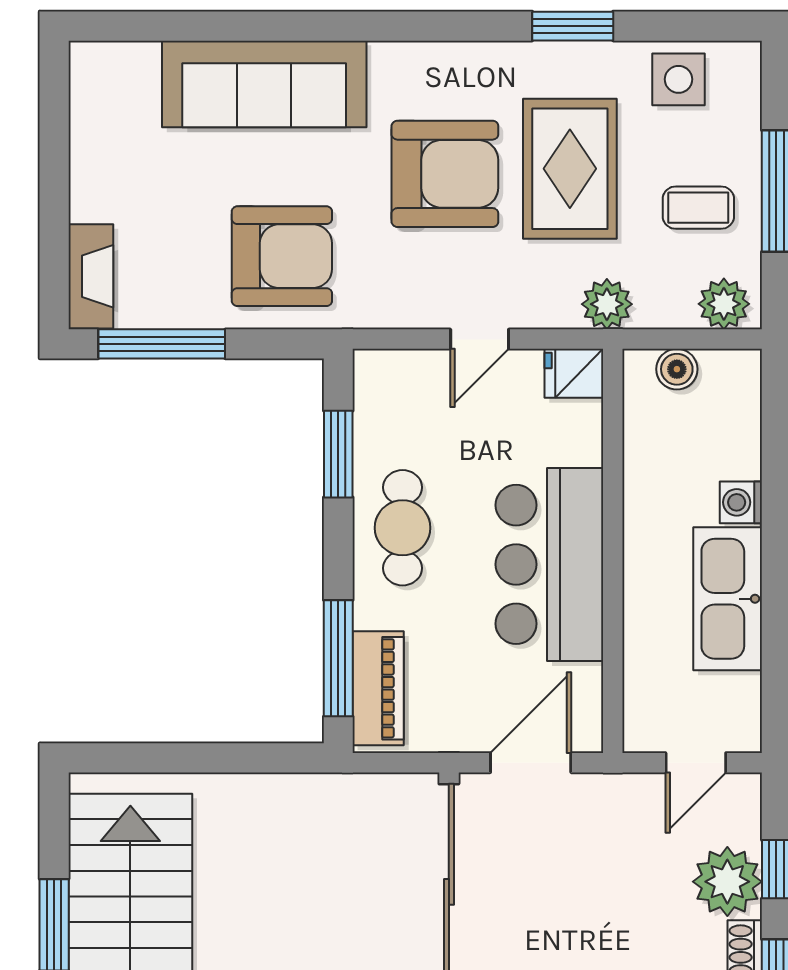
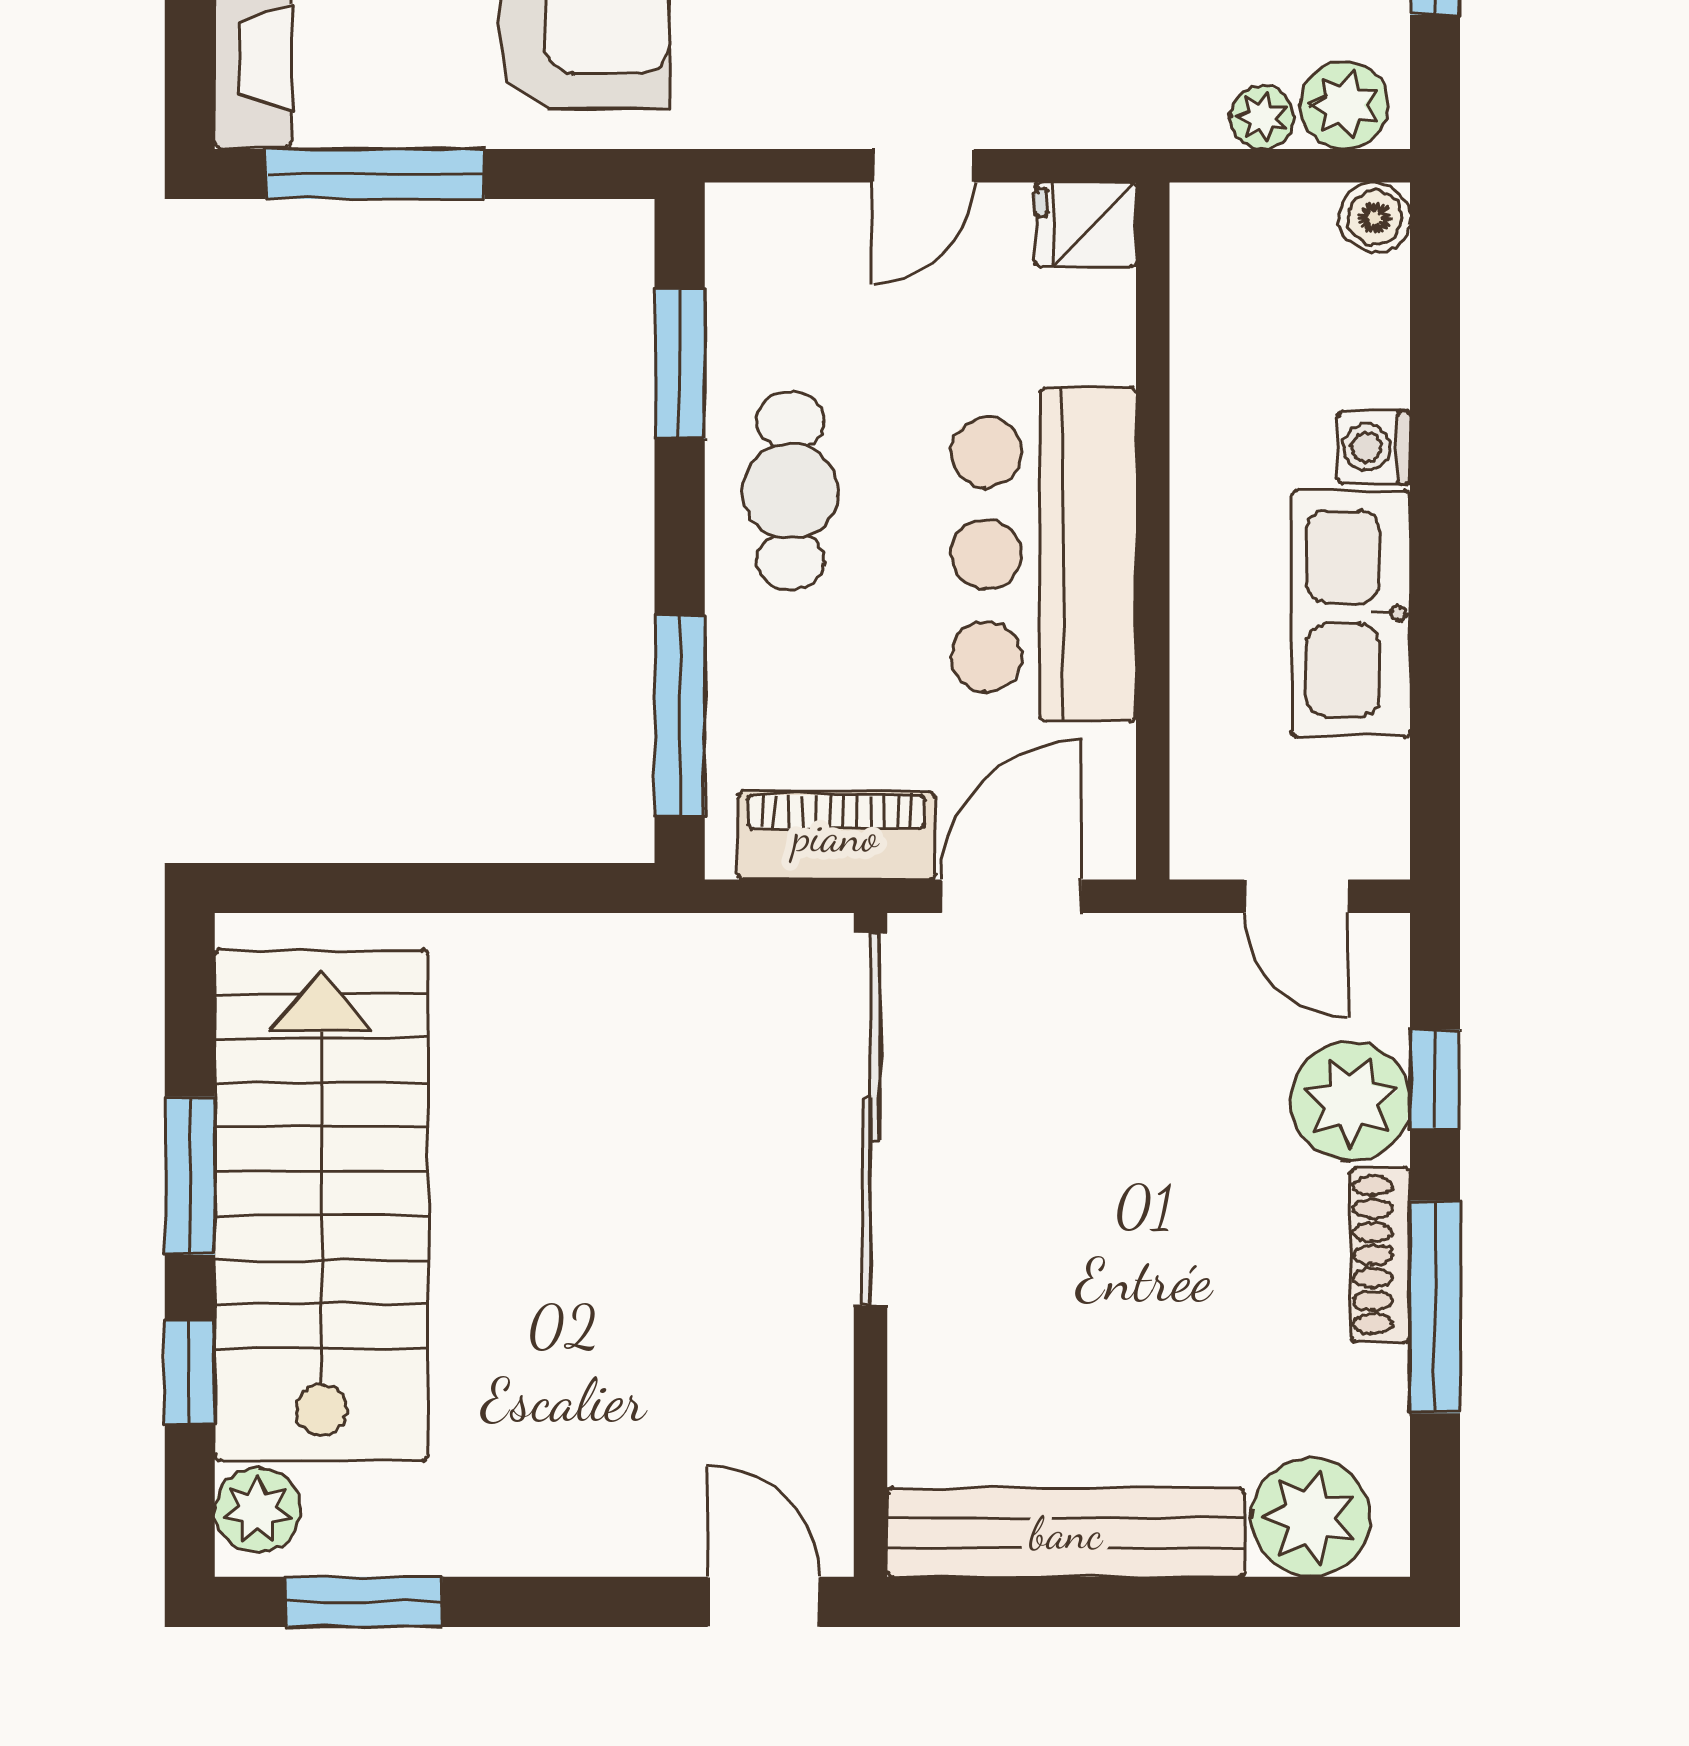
plant: (607, 304) -> (1262, 117), moved, width x0.73, depth x0.73
boiler: (677, 369) -> (1375, 218), moved
piano: (378, 688) -> (836, 836), moved, turned -90
door: (696, 763) -> (1296, 896), hinge flipped

